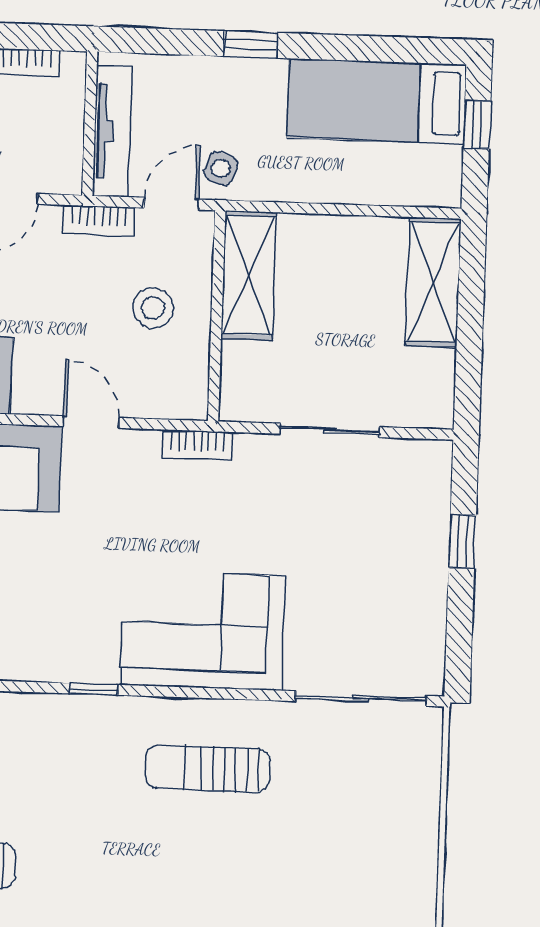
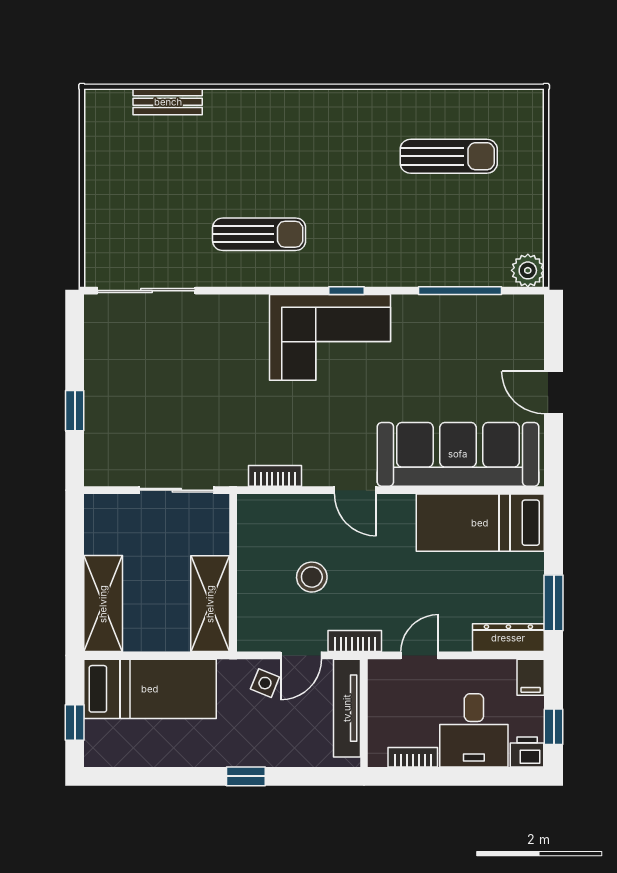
bed: (377, 101) -> (150, 689), moved
shelving: (249, 276) -> (210, 604), moved
wall: (217, 316) -> (233, 573), moved
corner sofa: (203, 630) -> (330, 337), moved

